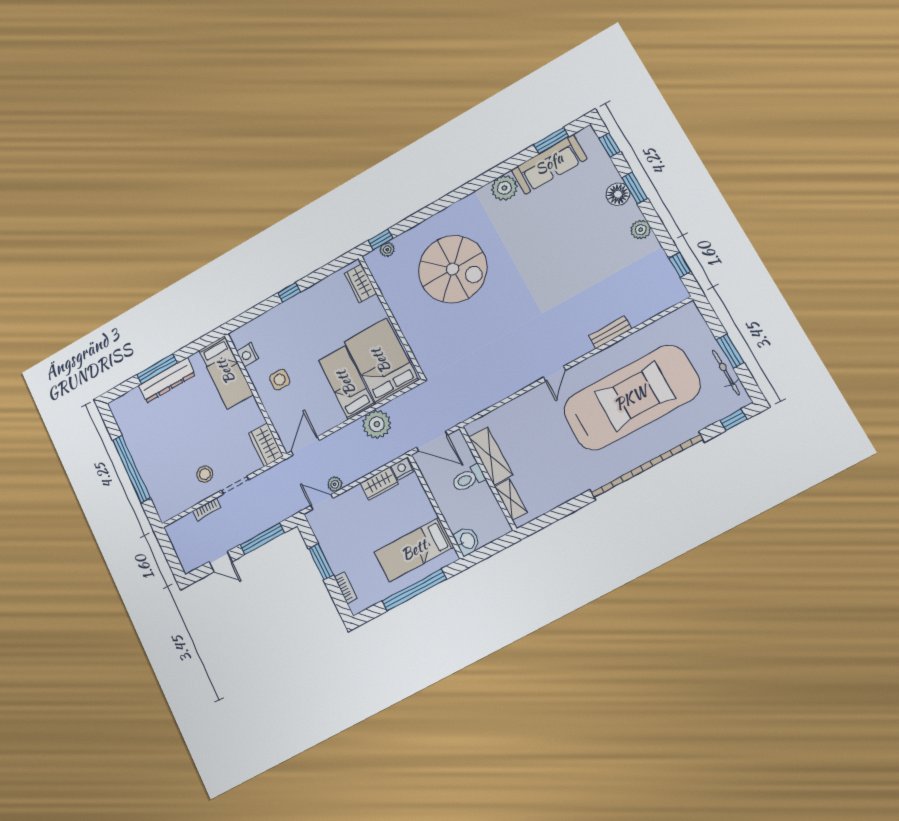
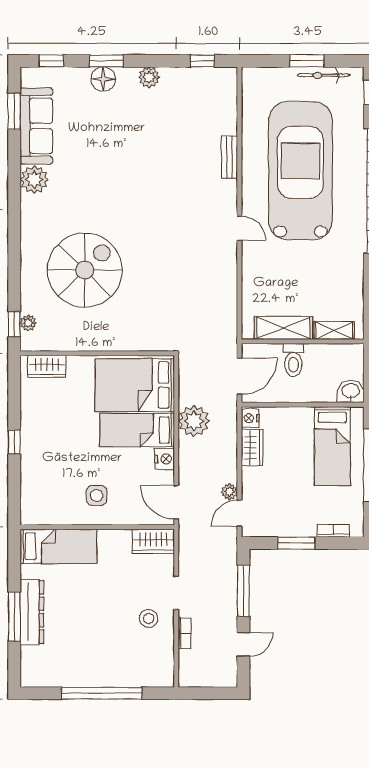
nightstand: (248, 355) -> (165, 459), moved, turned -90

